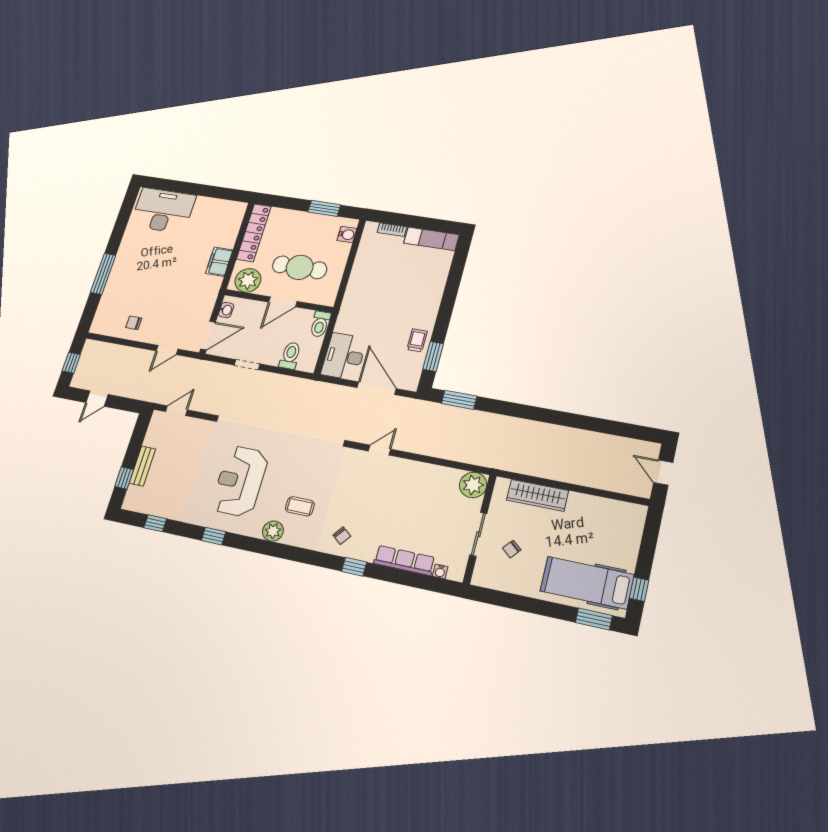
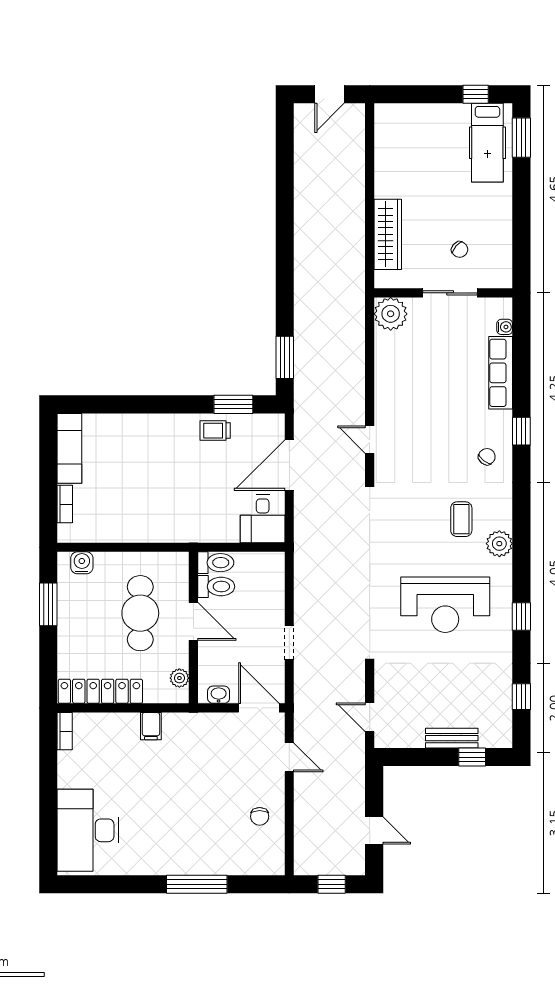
bookcase: (234, 206) -> (65, 731), added
filing cabinet: (219, 262) -> (151, 726), width x0.50
plant: (248, 280) -> (179, 678), width x0.53, depth x0.53
toilet: (290, 356) -> (216, 587), moved, turned 180
desk: (344, 356) -> (263, 519), width x0.73
hospital bed: (587, 583) -> (487, 143), width x0.73, depth x0.78

